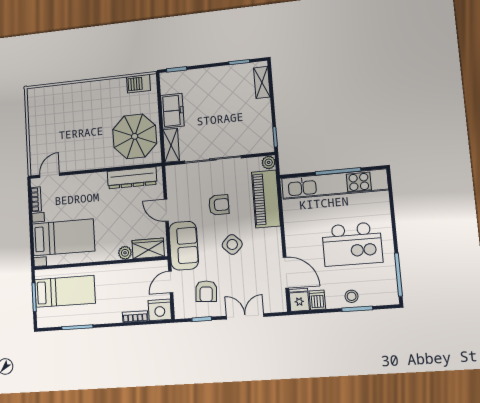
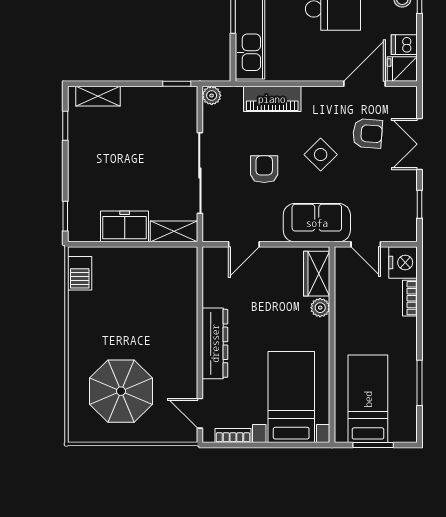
parasol: (135, 136) -> (121, 391), moved
dresser: (132, 178) -> (215, 343), moved
piano: (266, 199) -> (272, 99), width x0.73, depth x0.75
door: (166, 210) -> (244, 244), moved
armchair: (206, 291) -> (368, 133), moved

